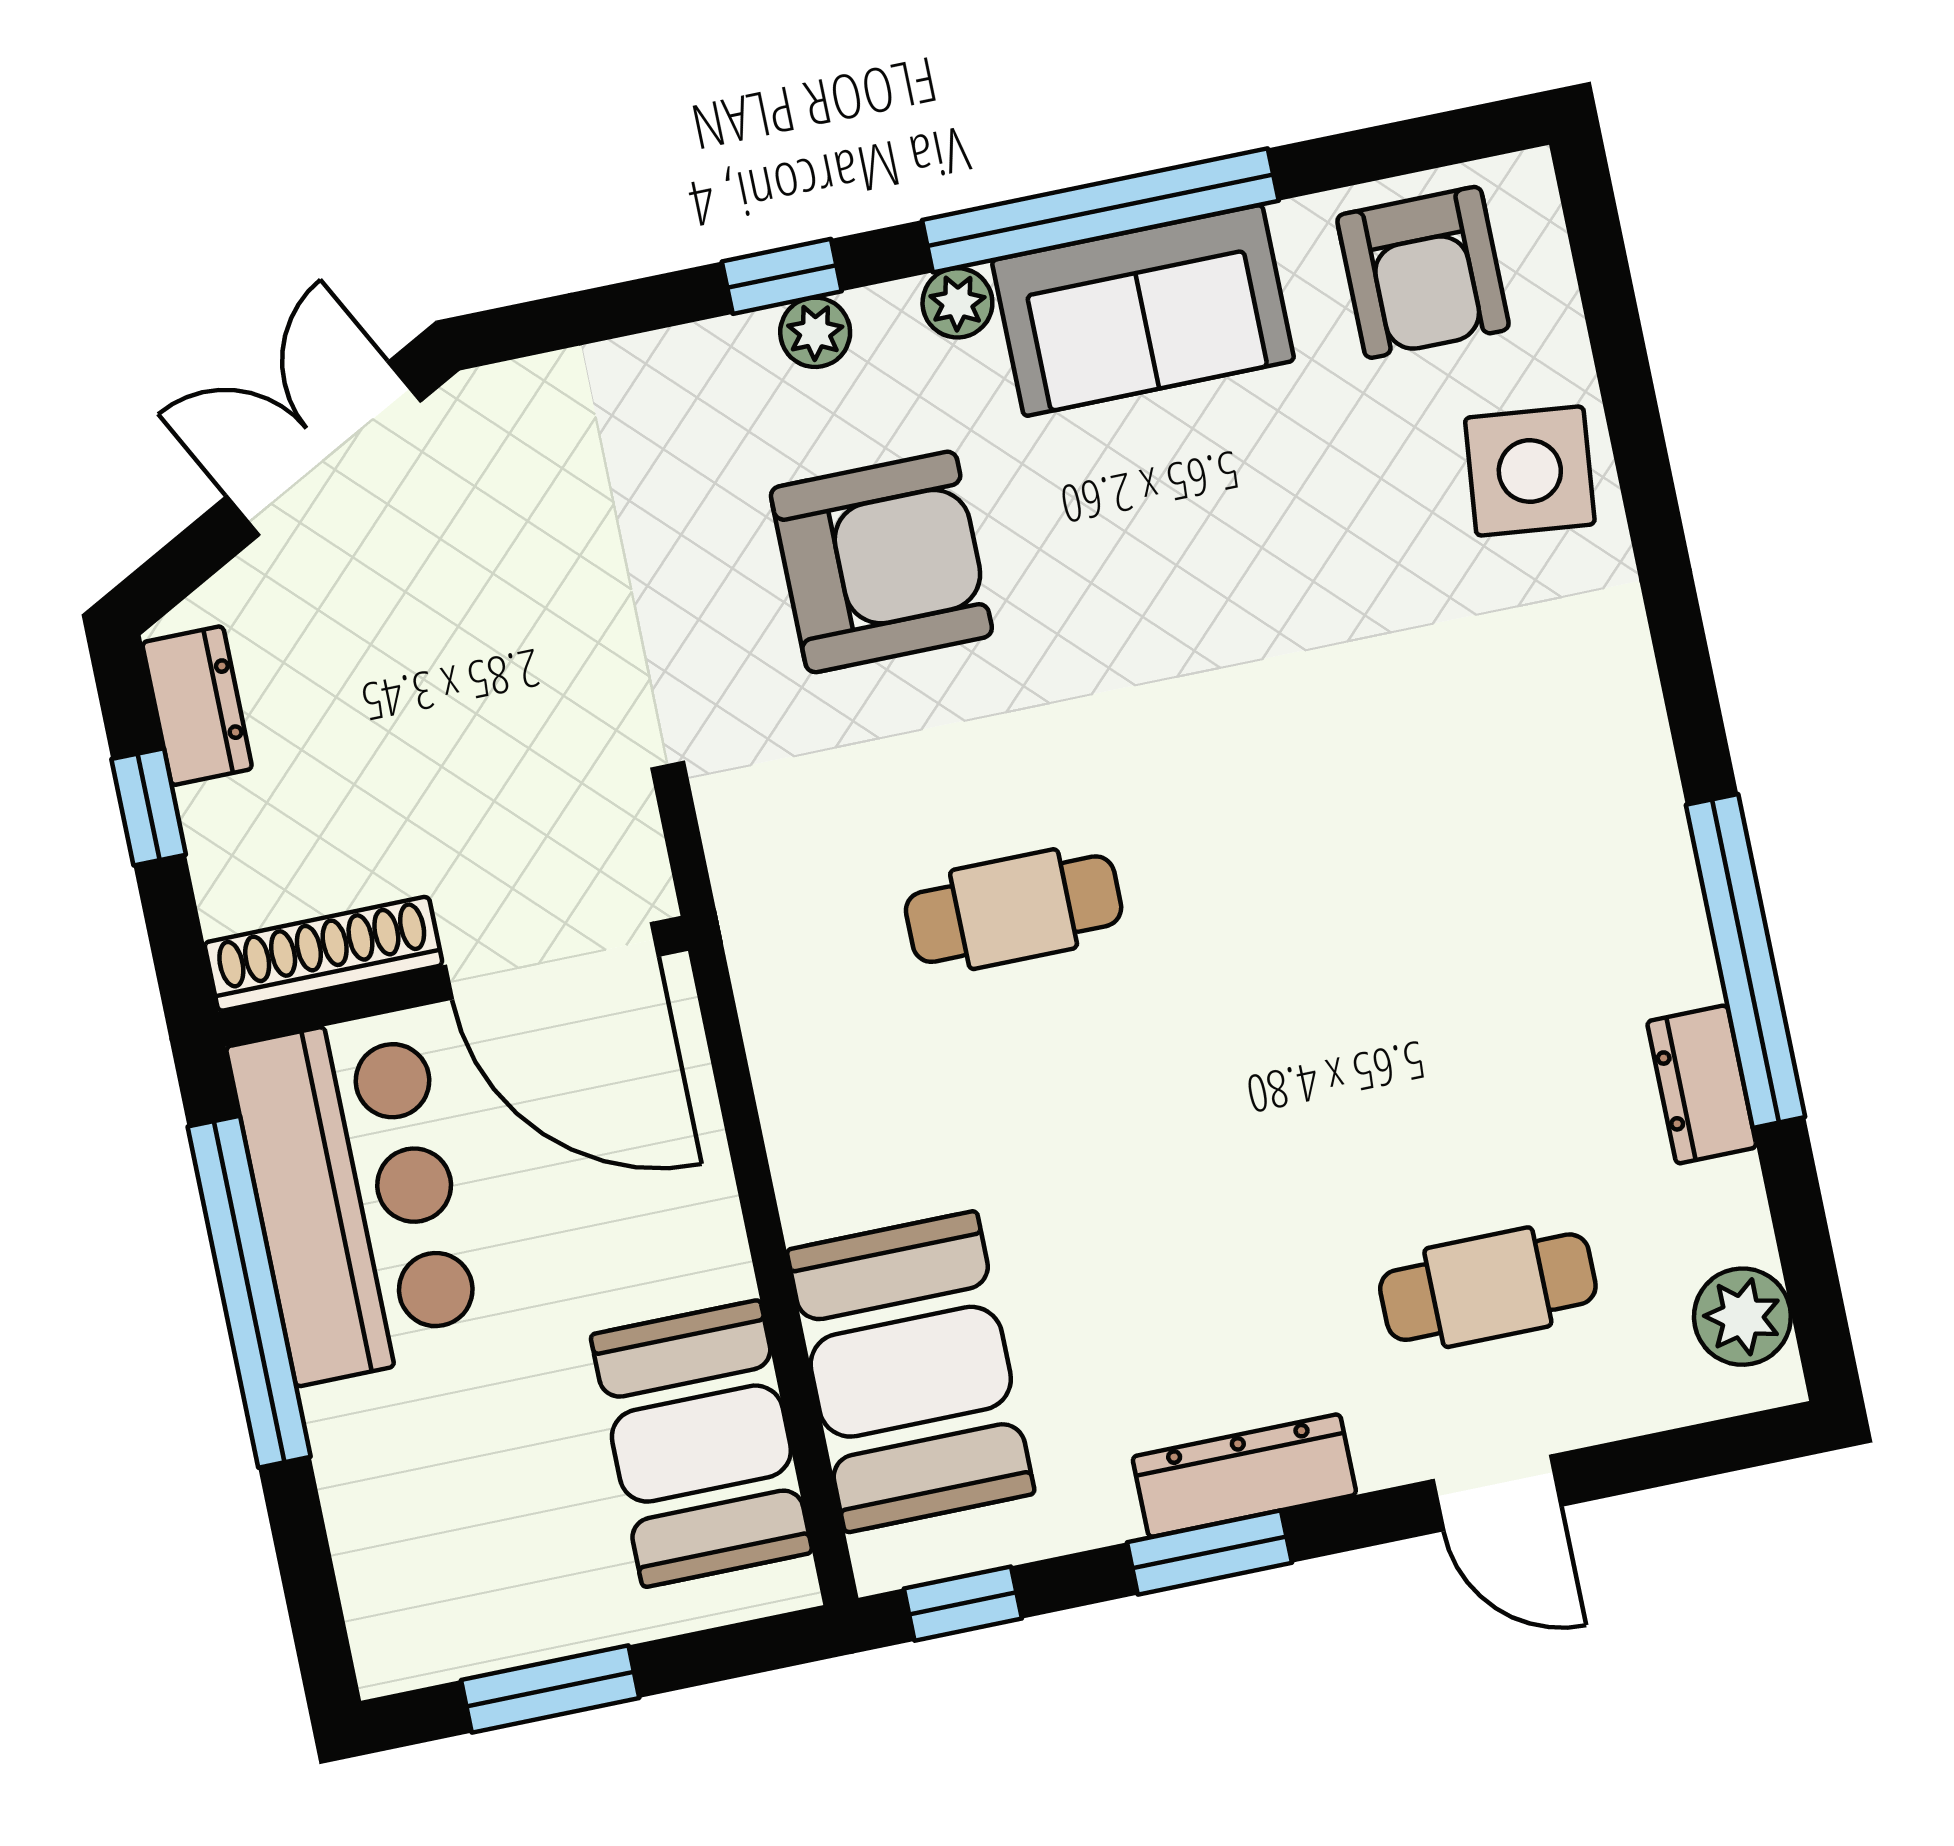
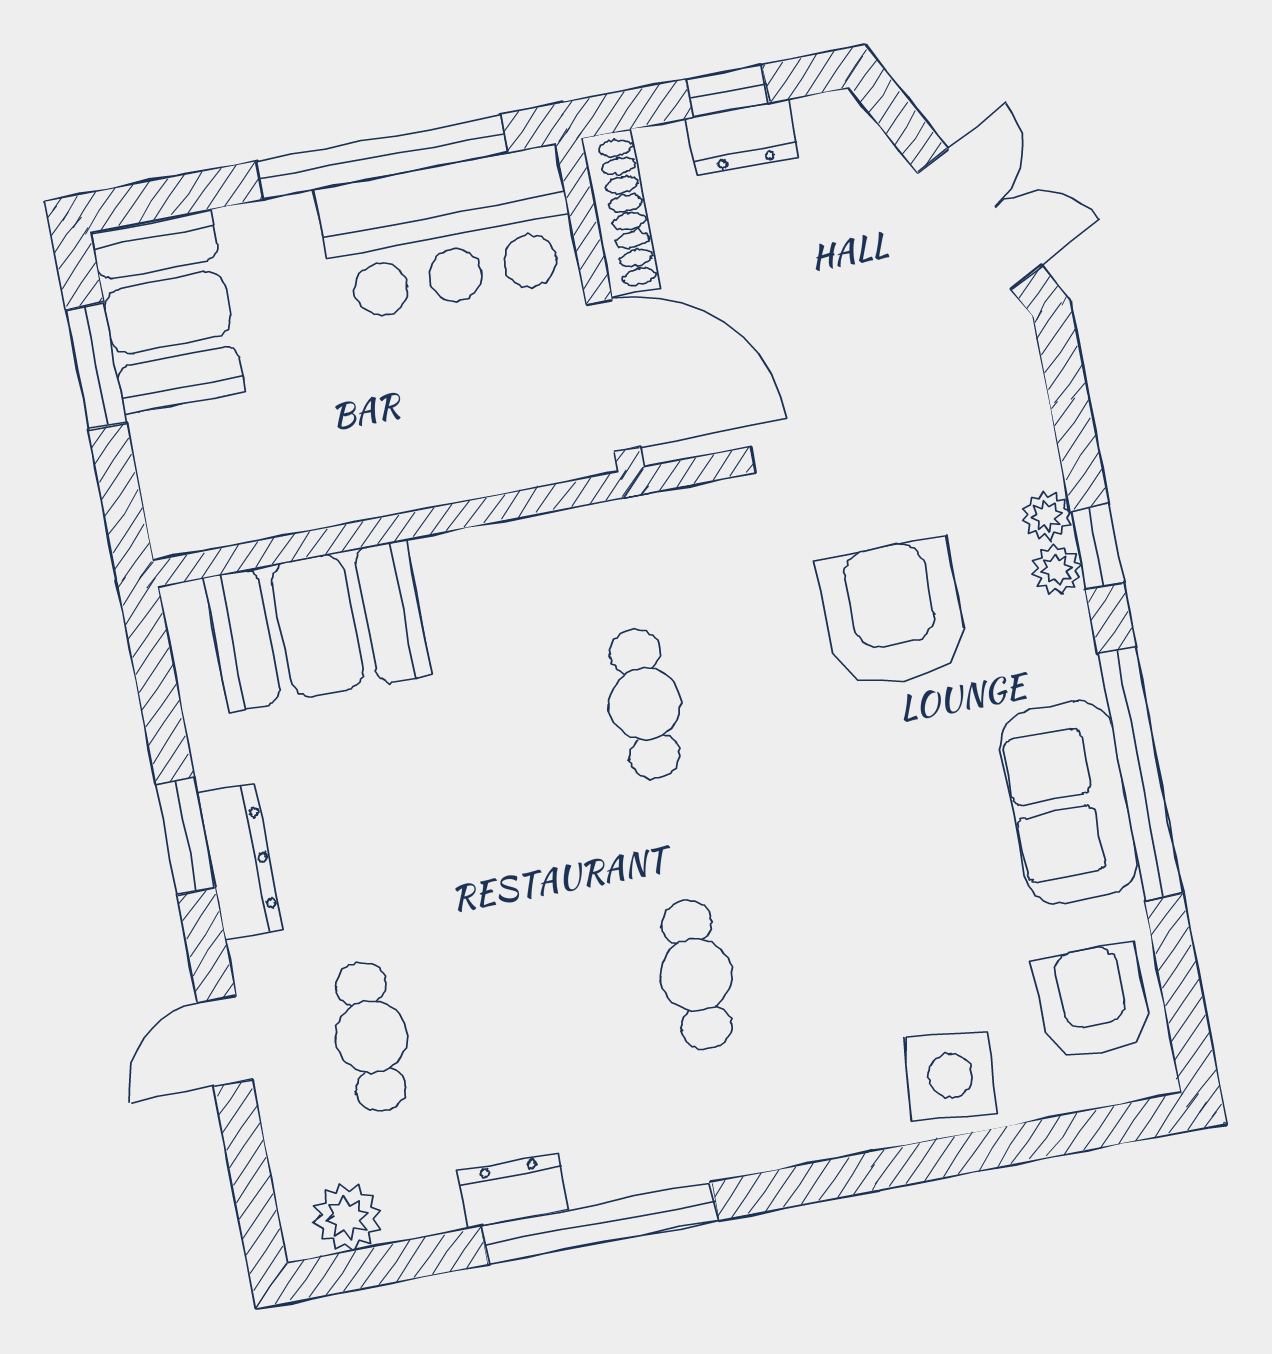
armchair: (1423, 272) -> (1093, 1002), turned 90
plant: (957, 303) -> (1047, 516), moved
armchair: (881, 562) -> (893, 614), turned 180
dresser: (197, 706) -> (742, 137), moved
cafe table: (1393, 830) -> (697, 975), added
door: (552, 961) -> (613, 375), swing flipped
booth: (701, 1444) -> (168, 313), moved, turned 90
window: (963, 1604) -> (152, 660), removed

